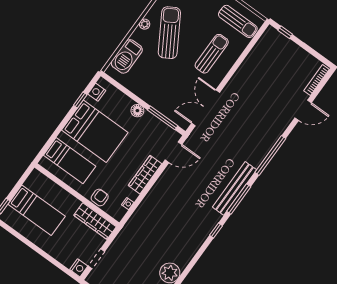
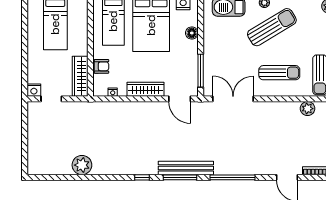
plant: (258, 52) -> (308, 109), added
floor lamp: (137, 111) -> (192, 33), moved

